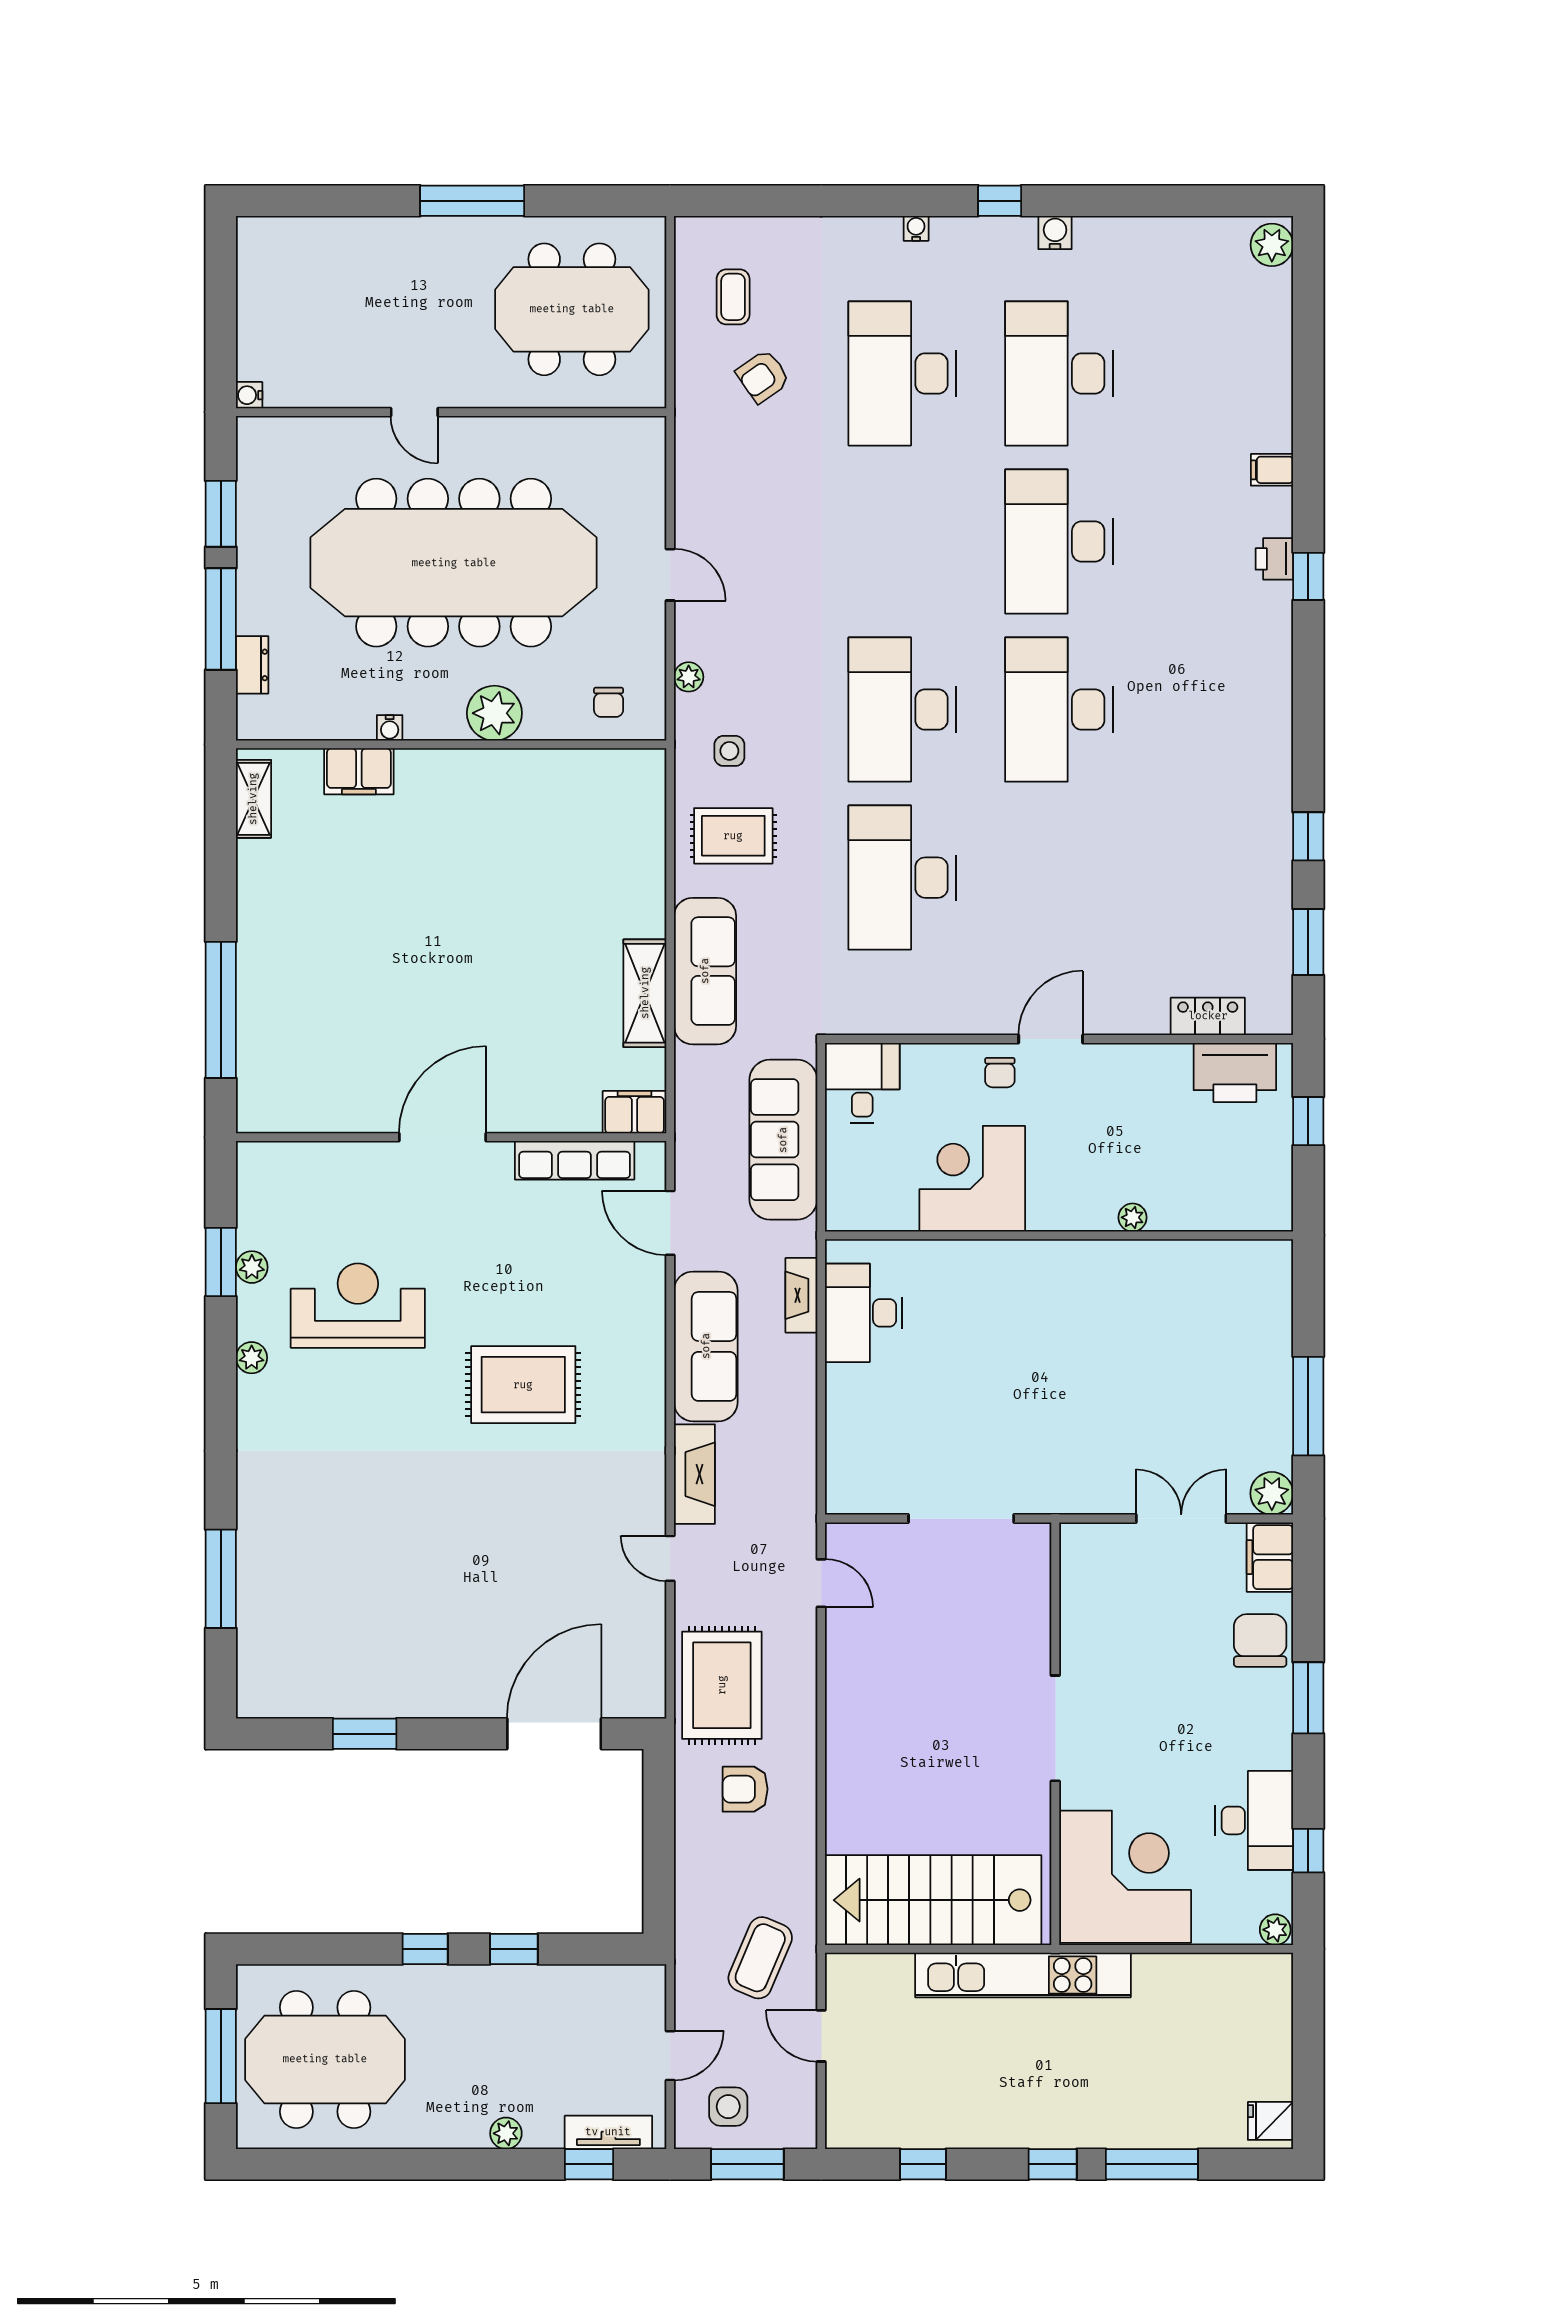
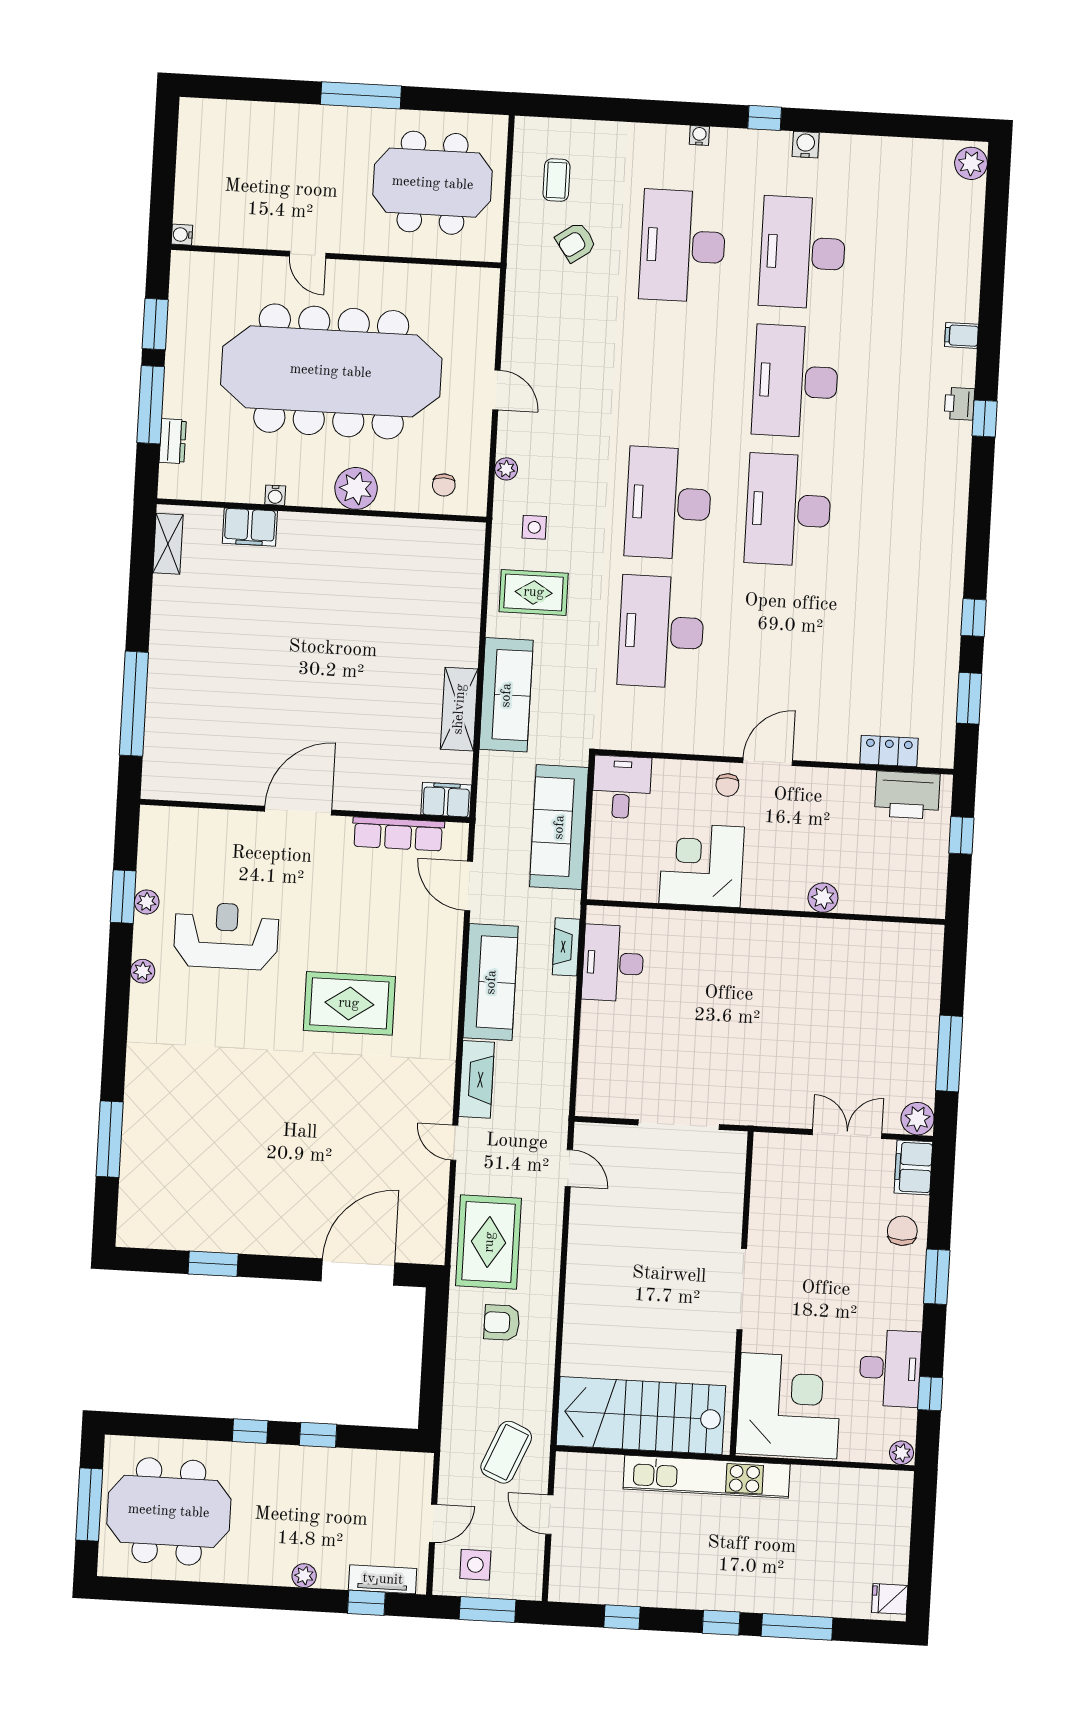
plant: (1133, 1217) -> (823, 898), width x1.38, depth x1.38
chair: (1260, 1640) -> (902, 1231), width x0.73, depth x0.73

